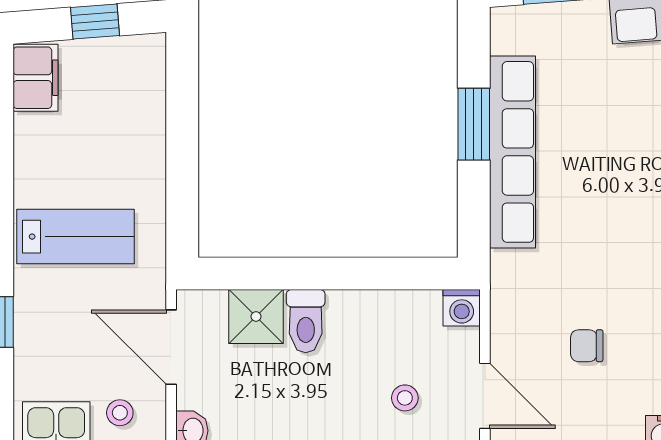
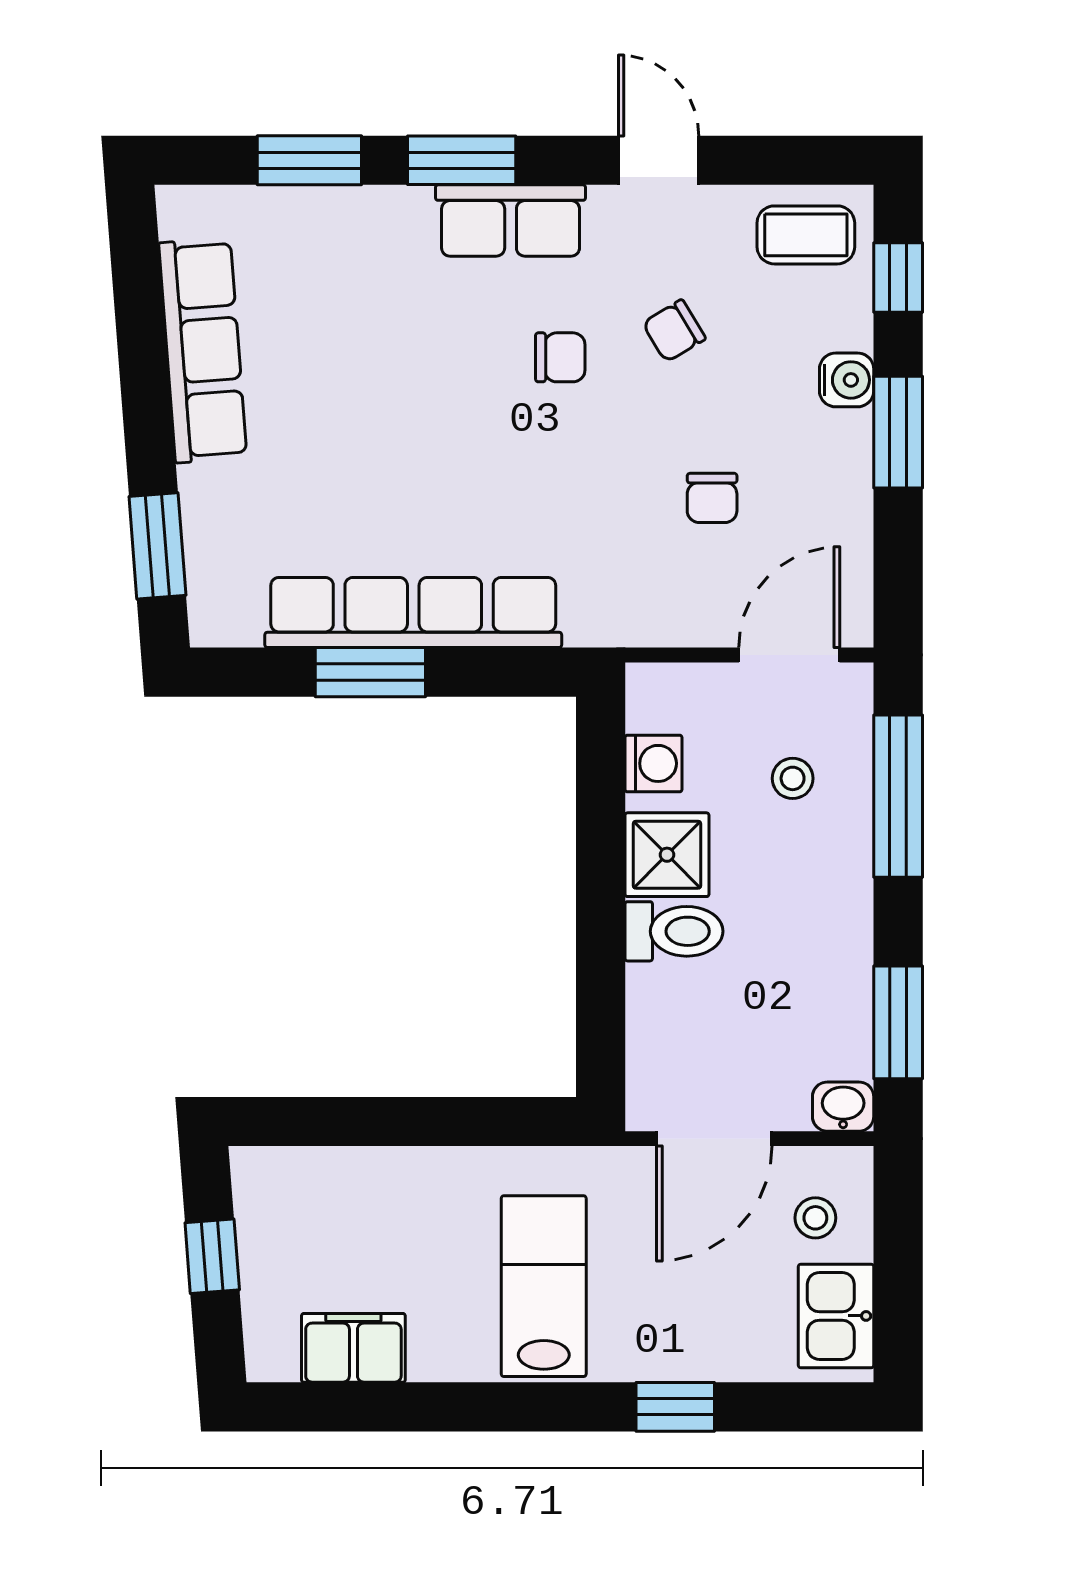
filing cabinet: (36, 78) -> (353, 1348), moved
washing machine: (462, 308) -> (653, 763), moved
shower: (256, 316) -> (667, 855), moved

